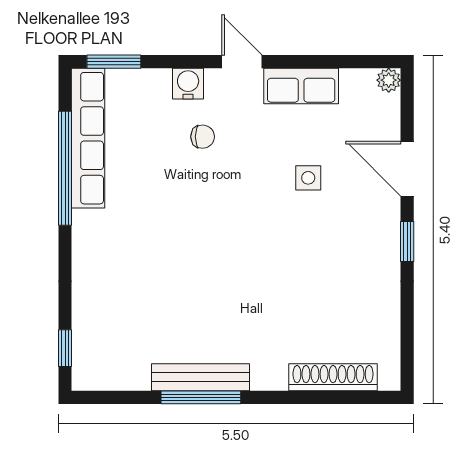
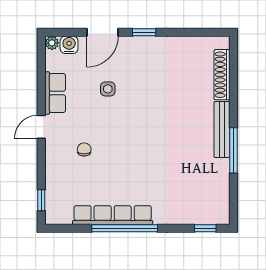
window: (114, 62) -> (41, 200), width x0.67
water cooler: (188, 84) -> (69, 45), moved, turned 90
row of seats: (88, 138) -> (113, 215), moved
window: (65, 168) -> (125, 228), moved
bench: (200, 377) -> (222, 129), moved

